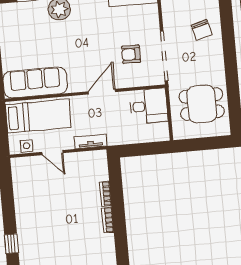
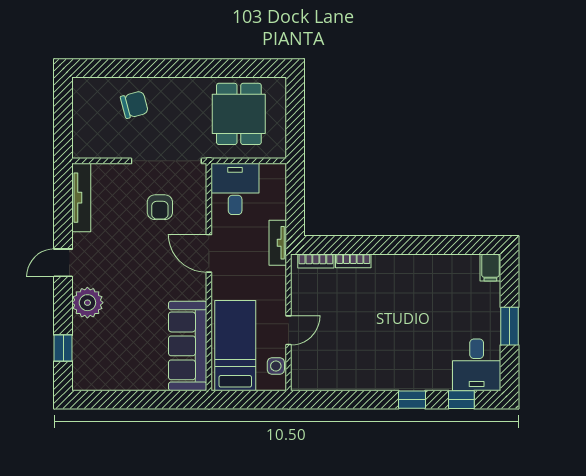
tv unit: (90, 141) -> (278, 243), moved
bookcase: (108, 220) -> (316, 261), moved

